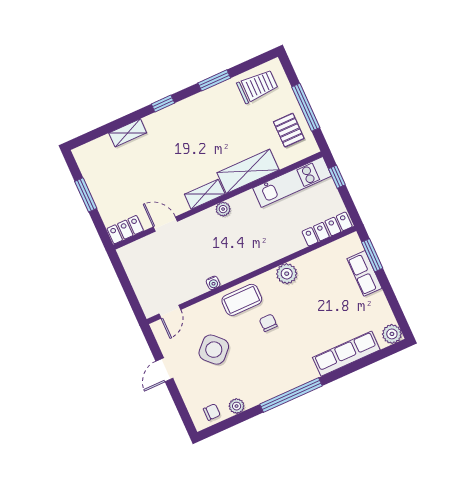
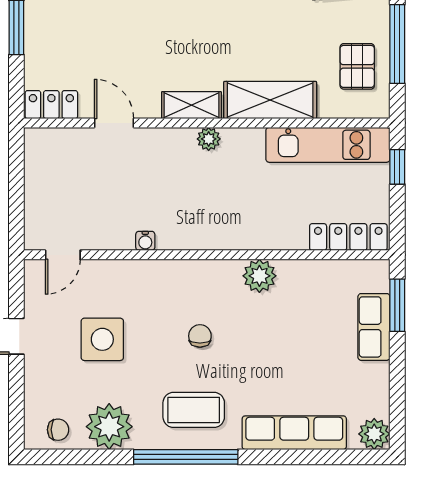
coffee table: (242, 300) -> (194, 410), moved
side table: (214, 350) -> (102, 339), turned 45
plant: (237, 406) -> (109, 427), width x1.88, depth x1.88

